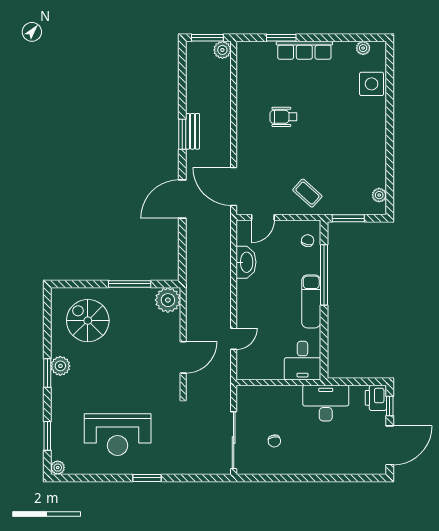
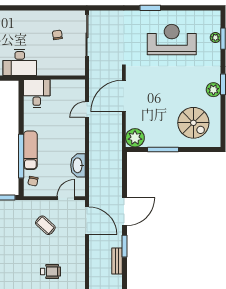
window: (182, 134) -> (124, 246), moved
coffee table: (307, 193) -> (45, 225), moved
exam couch: (311, 301) -> (30, 150), moved
door: (183, 357) -> (124, 96), width x1.36
plant: (58, 468) -> (215, 37), moved

